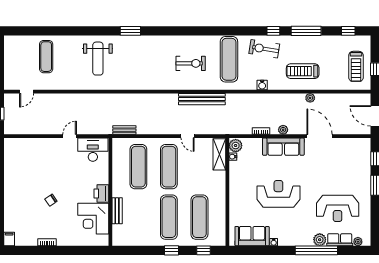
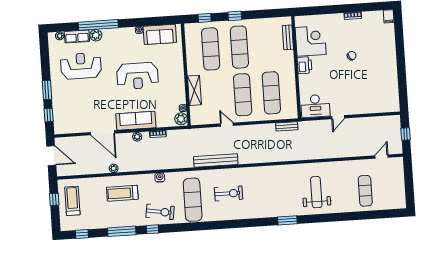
exercise bike: (191, 63) -> (228, 193), turned 180
treadmill: (303, 71) -> (122, 193), turned 180
shelving: (219, 154) -> (194, 90), moved
bench: (117, 211) -> (288, 37), moved

